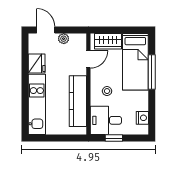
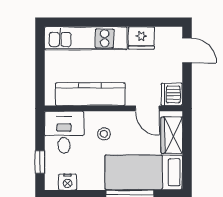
door: (46, 30) -> (187, 50), hinge flipped
plant: (64, 39) -> (175, 75), removed
dishwasher: (78, 41) -> (172, 94), added
window: (114, 138) -> (40, 162), moved

